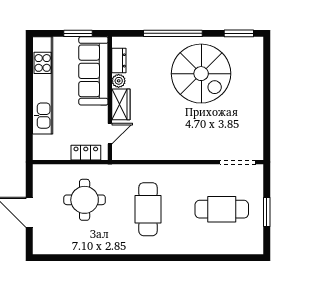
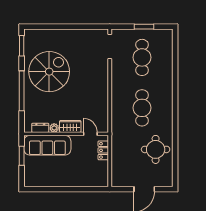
kitchen unit: (43, 85) -> (57, 180), removed
round table: (85, 200) -> (156, 149), moved
cafe table: (148, 209) -> (142, 108), turned 90

